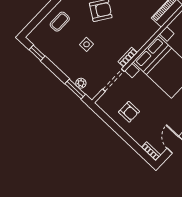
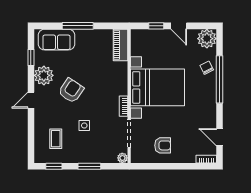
coffee table: (60, 22) -> (56, 139), moved
plant: (81, 83) -> (122, 158), moved
window: (75, 89) -> (89, 166), moved

